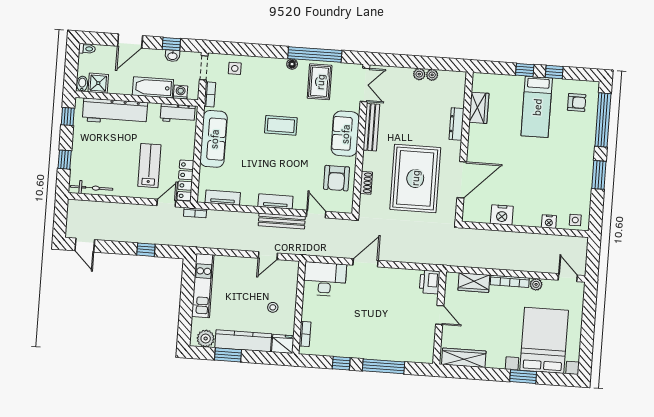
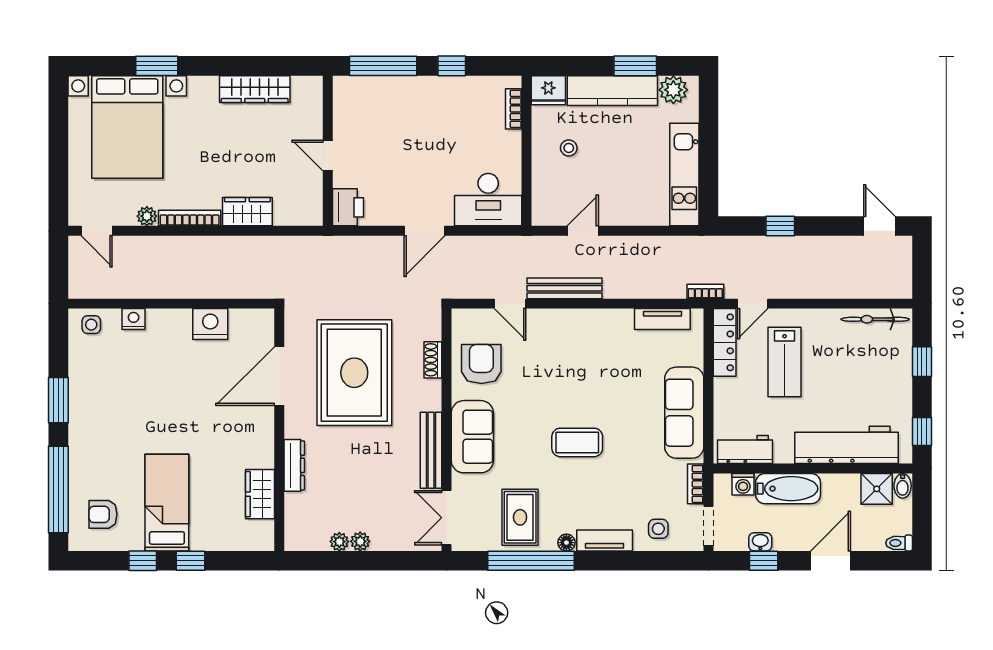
tv unit: (275, 201) -> (605, 540), moved, turned 180
printer: (430, 282) -> (348, 207), moved
door: (440, 315) -> (328, 155), moved
wall: (440, 318) -> (328, 151), moved

